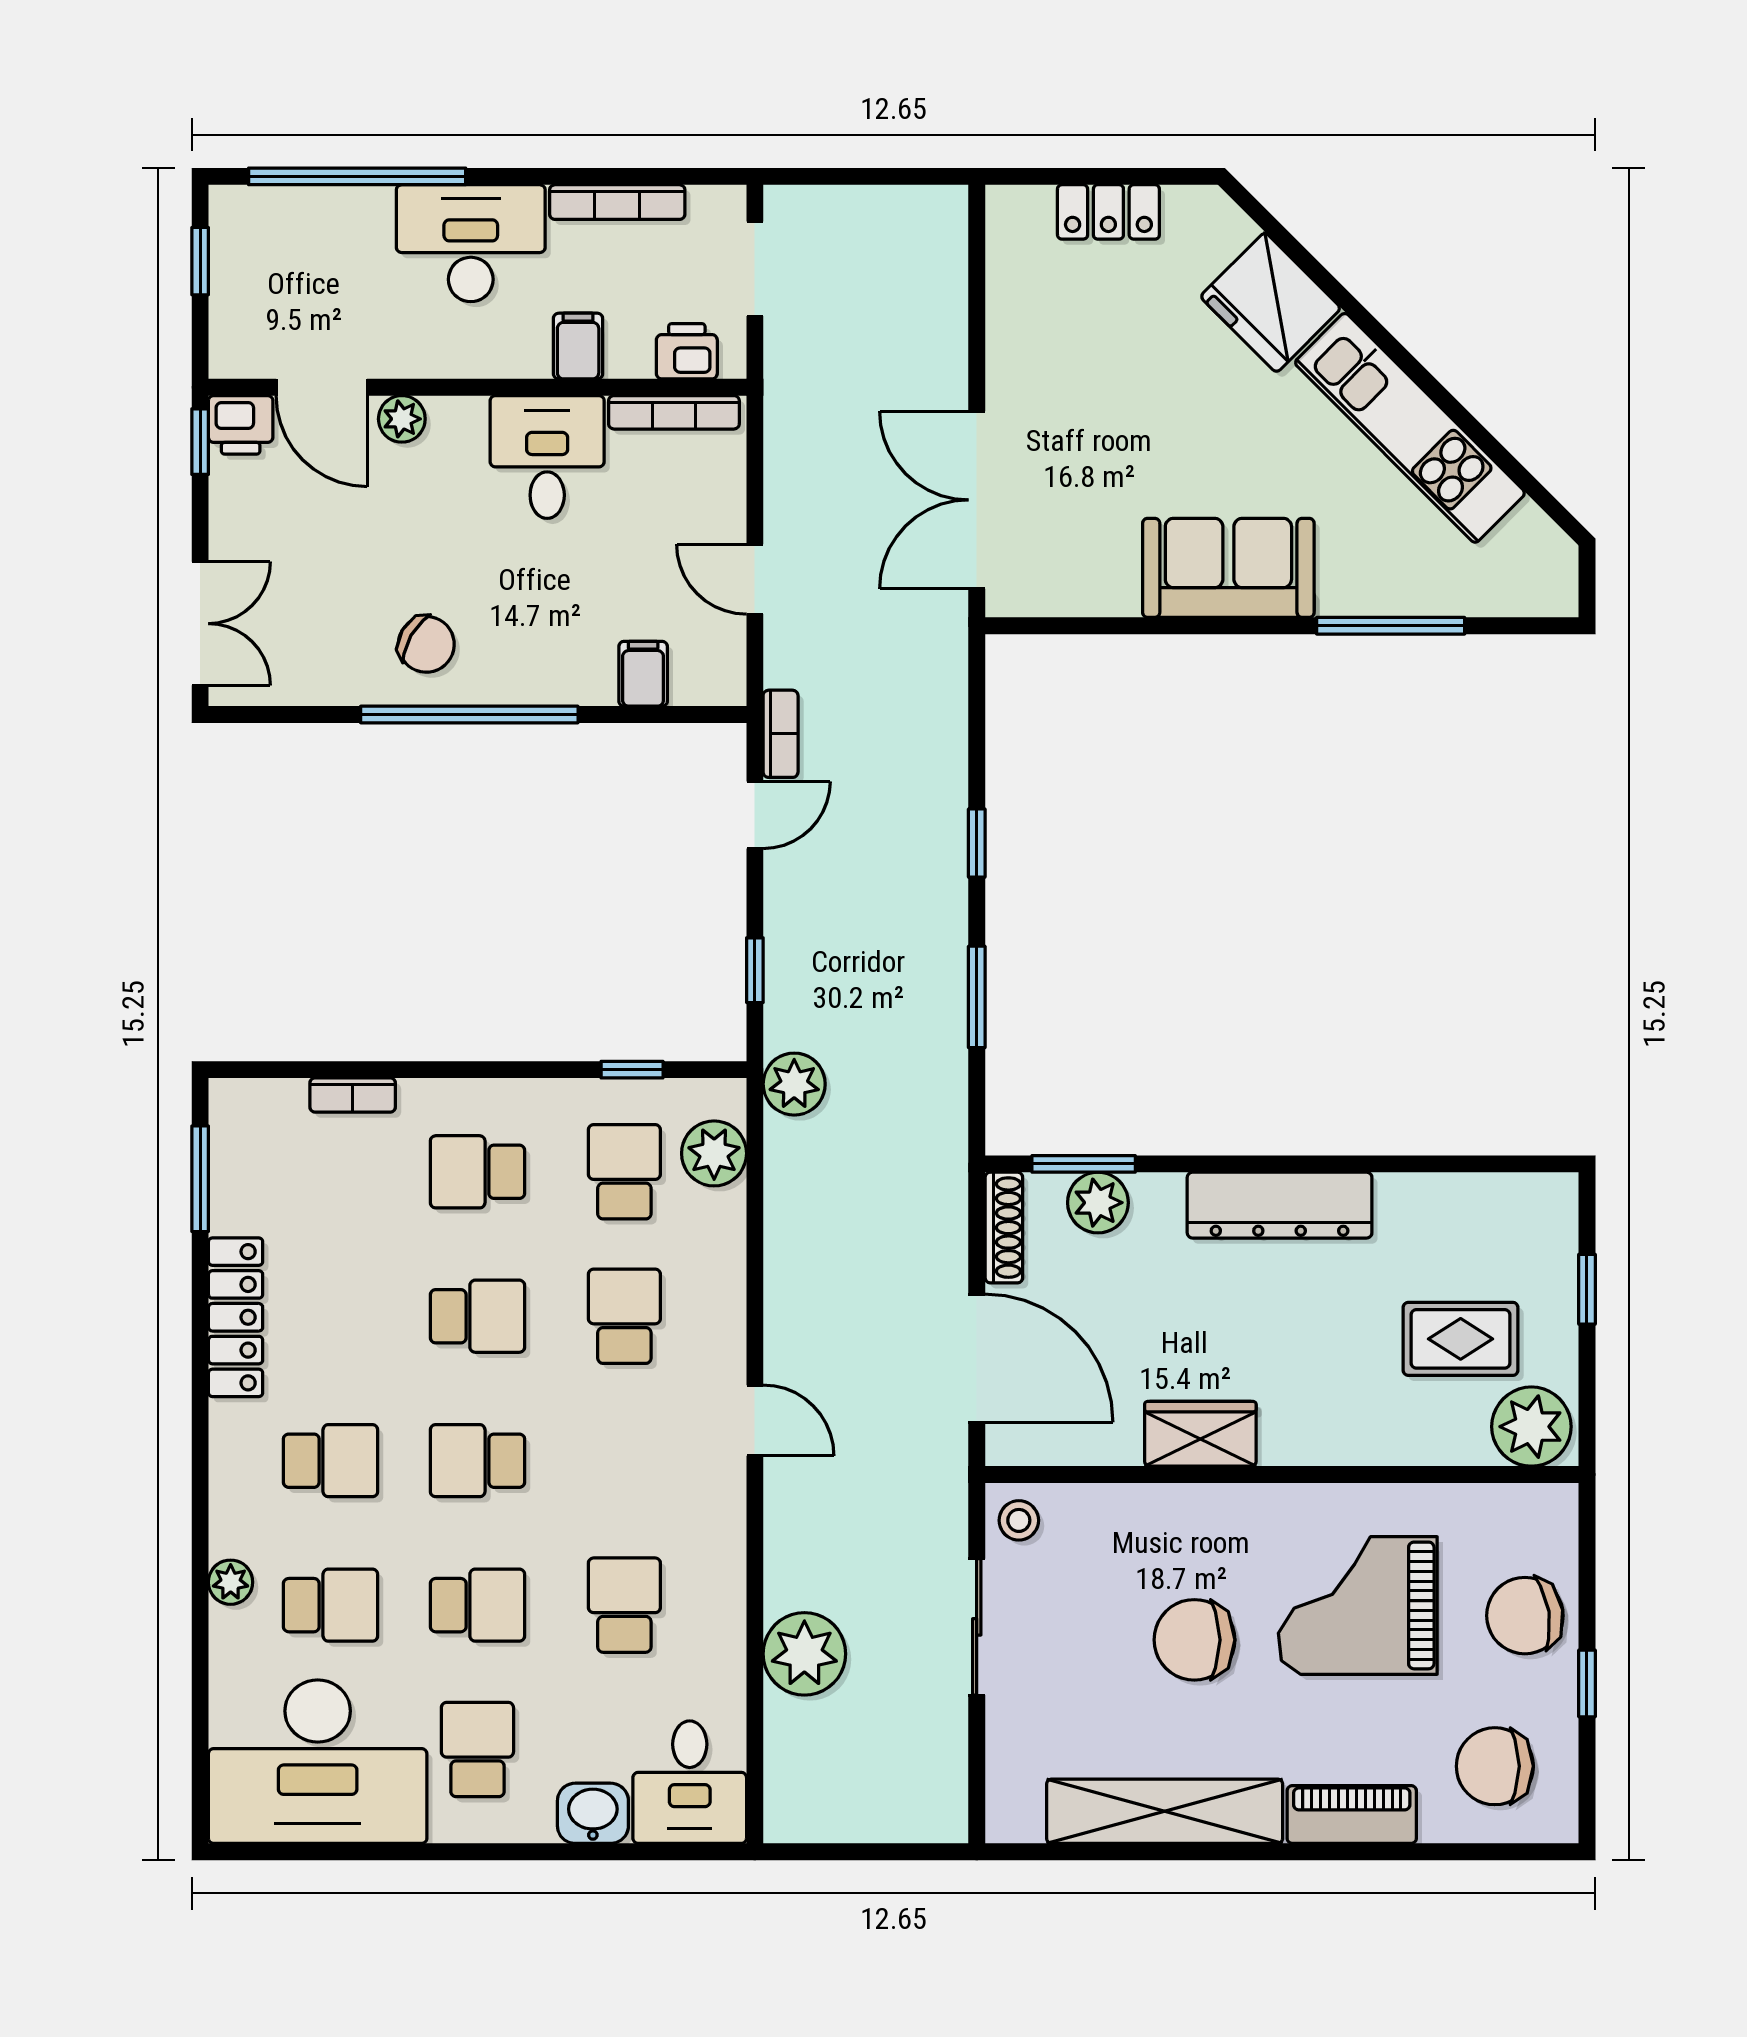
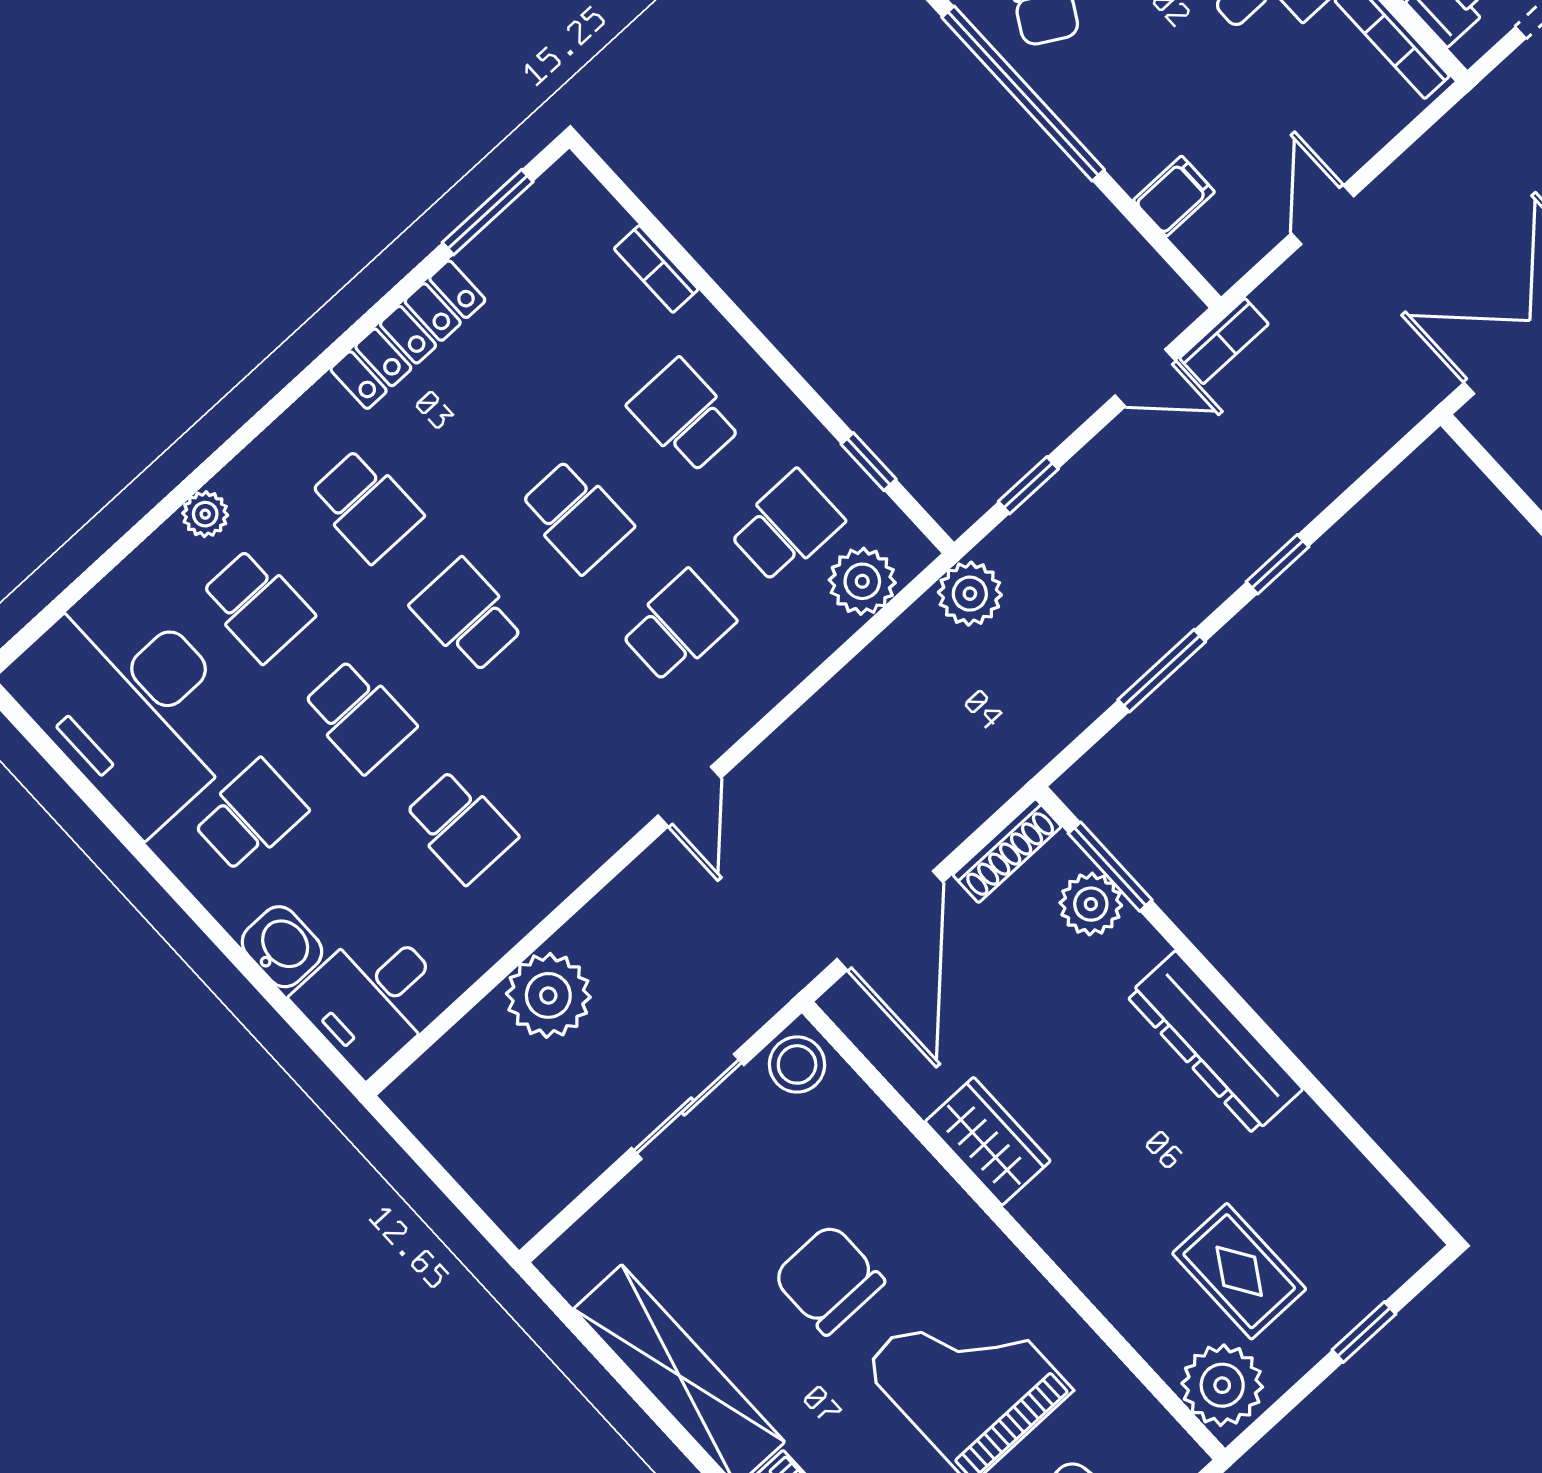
stool: (1019, 1520) -> (797, 1064), width x1.37, depth x1.37
school desk: (624, 1605) -> (460, 826), turned 90

